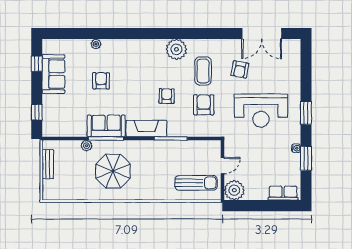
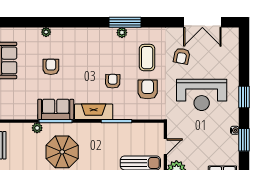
window: (180, 34) -> (125, 22), added
plant: (176, 49) -> (122, 33), width x0.53, depth x0.53

